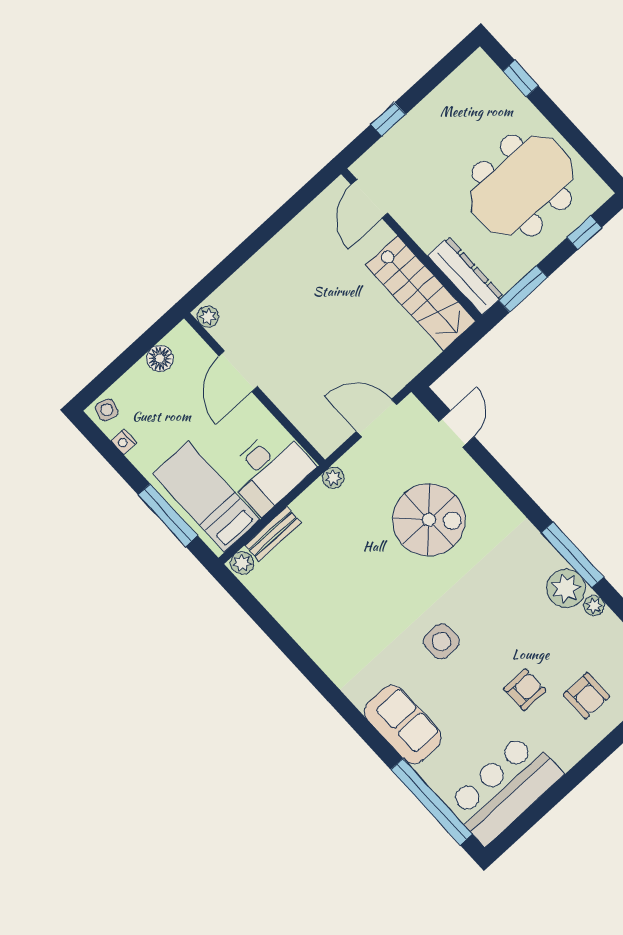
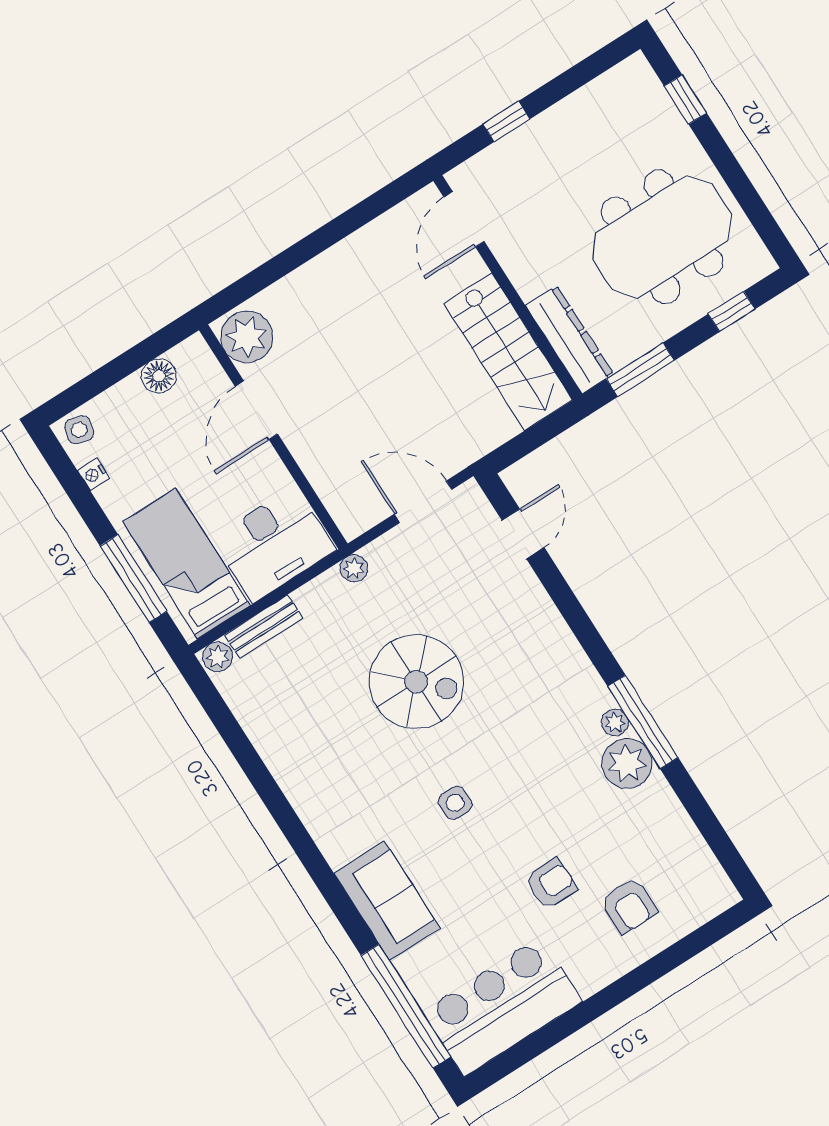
plant: (208, 317) -> (247, 337), width x1.87, depth x1.87
spiral stairs: (429, 520) -> (416, 682), moved
plant: (594, 606) -> (615, 722), moved
side table: (441, 641) -> (455, 803), width x0.73, depth x0.73

